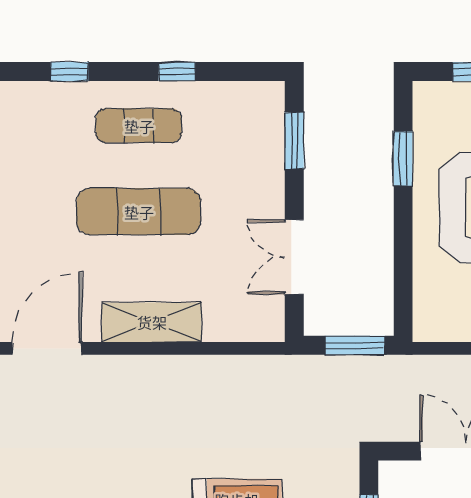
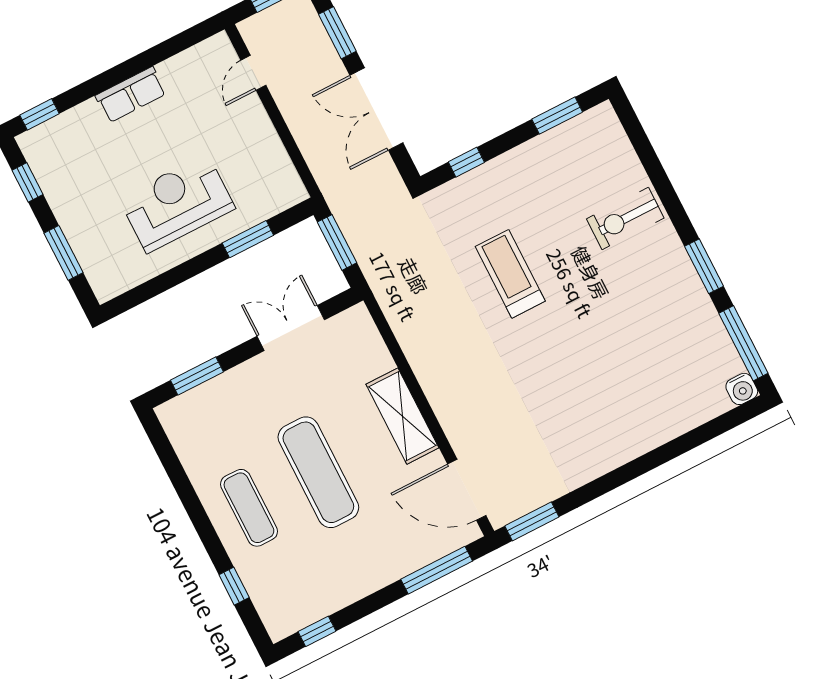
window: (177, 72) -> (190, 499), removed
window: (403, 159) -> (248, 239), moved
double door: (294, 257) -> (291, 328), swing flipped

